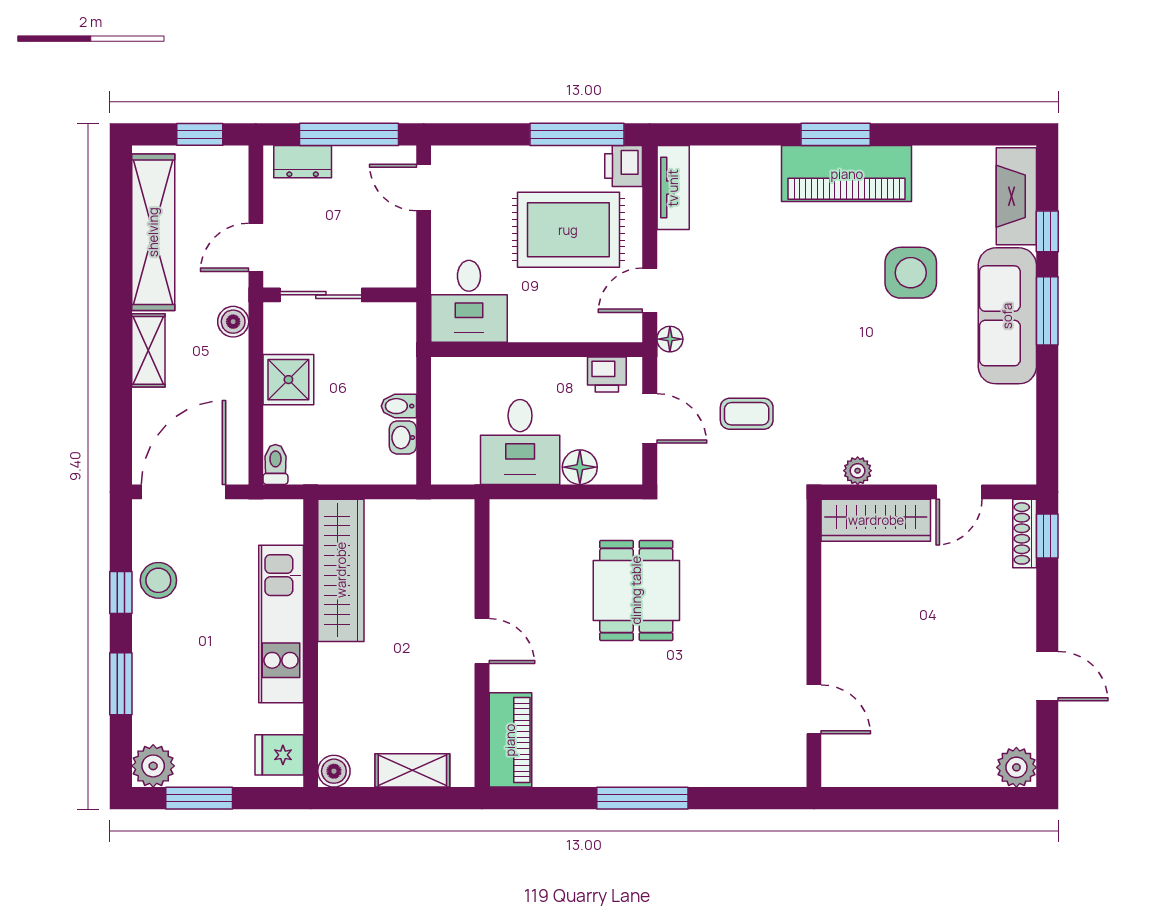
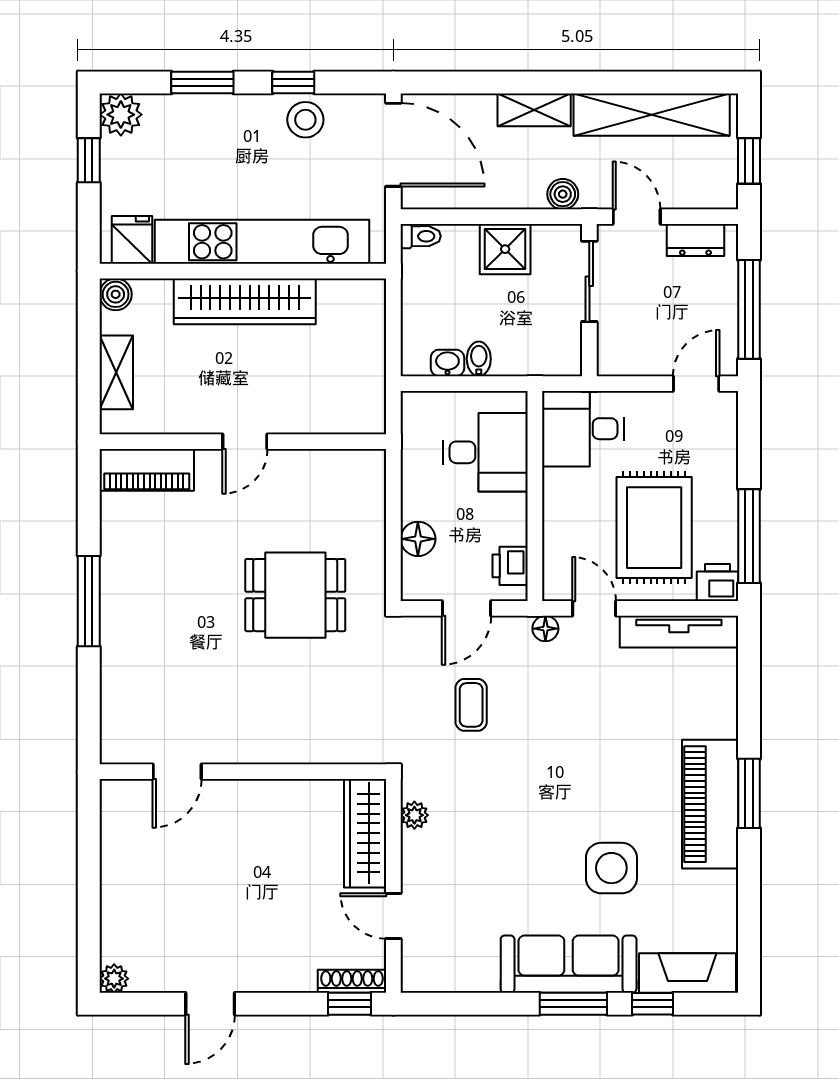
dresser: (303, 162) -> (695, 240), moved, turned -90
tv unit: (673, 188) -> (679, 632), width x1.41
desk: (520, 442) -> (485, 452), moved, turned 180
wardrobe: (341, 570) -> (245, 301), moved
kitchen unit: (281, 624) -> (262, 242), width x1.36
plant: (1016, 767) -> (114, 979), width x0.73, depth x0.73
window: (199, 798) -> (89, 160), width x0.67

